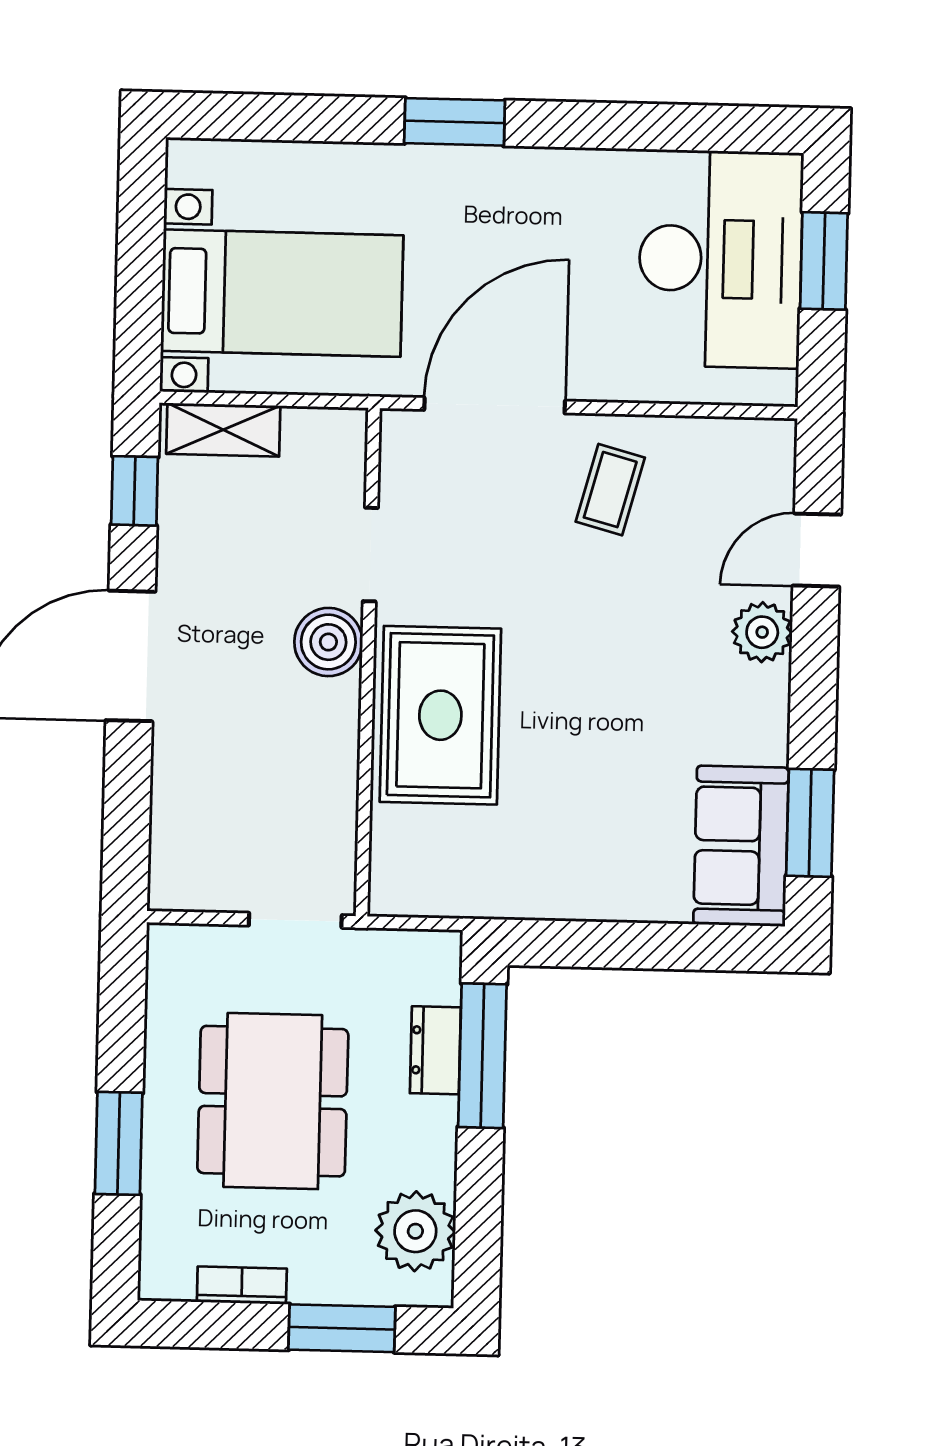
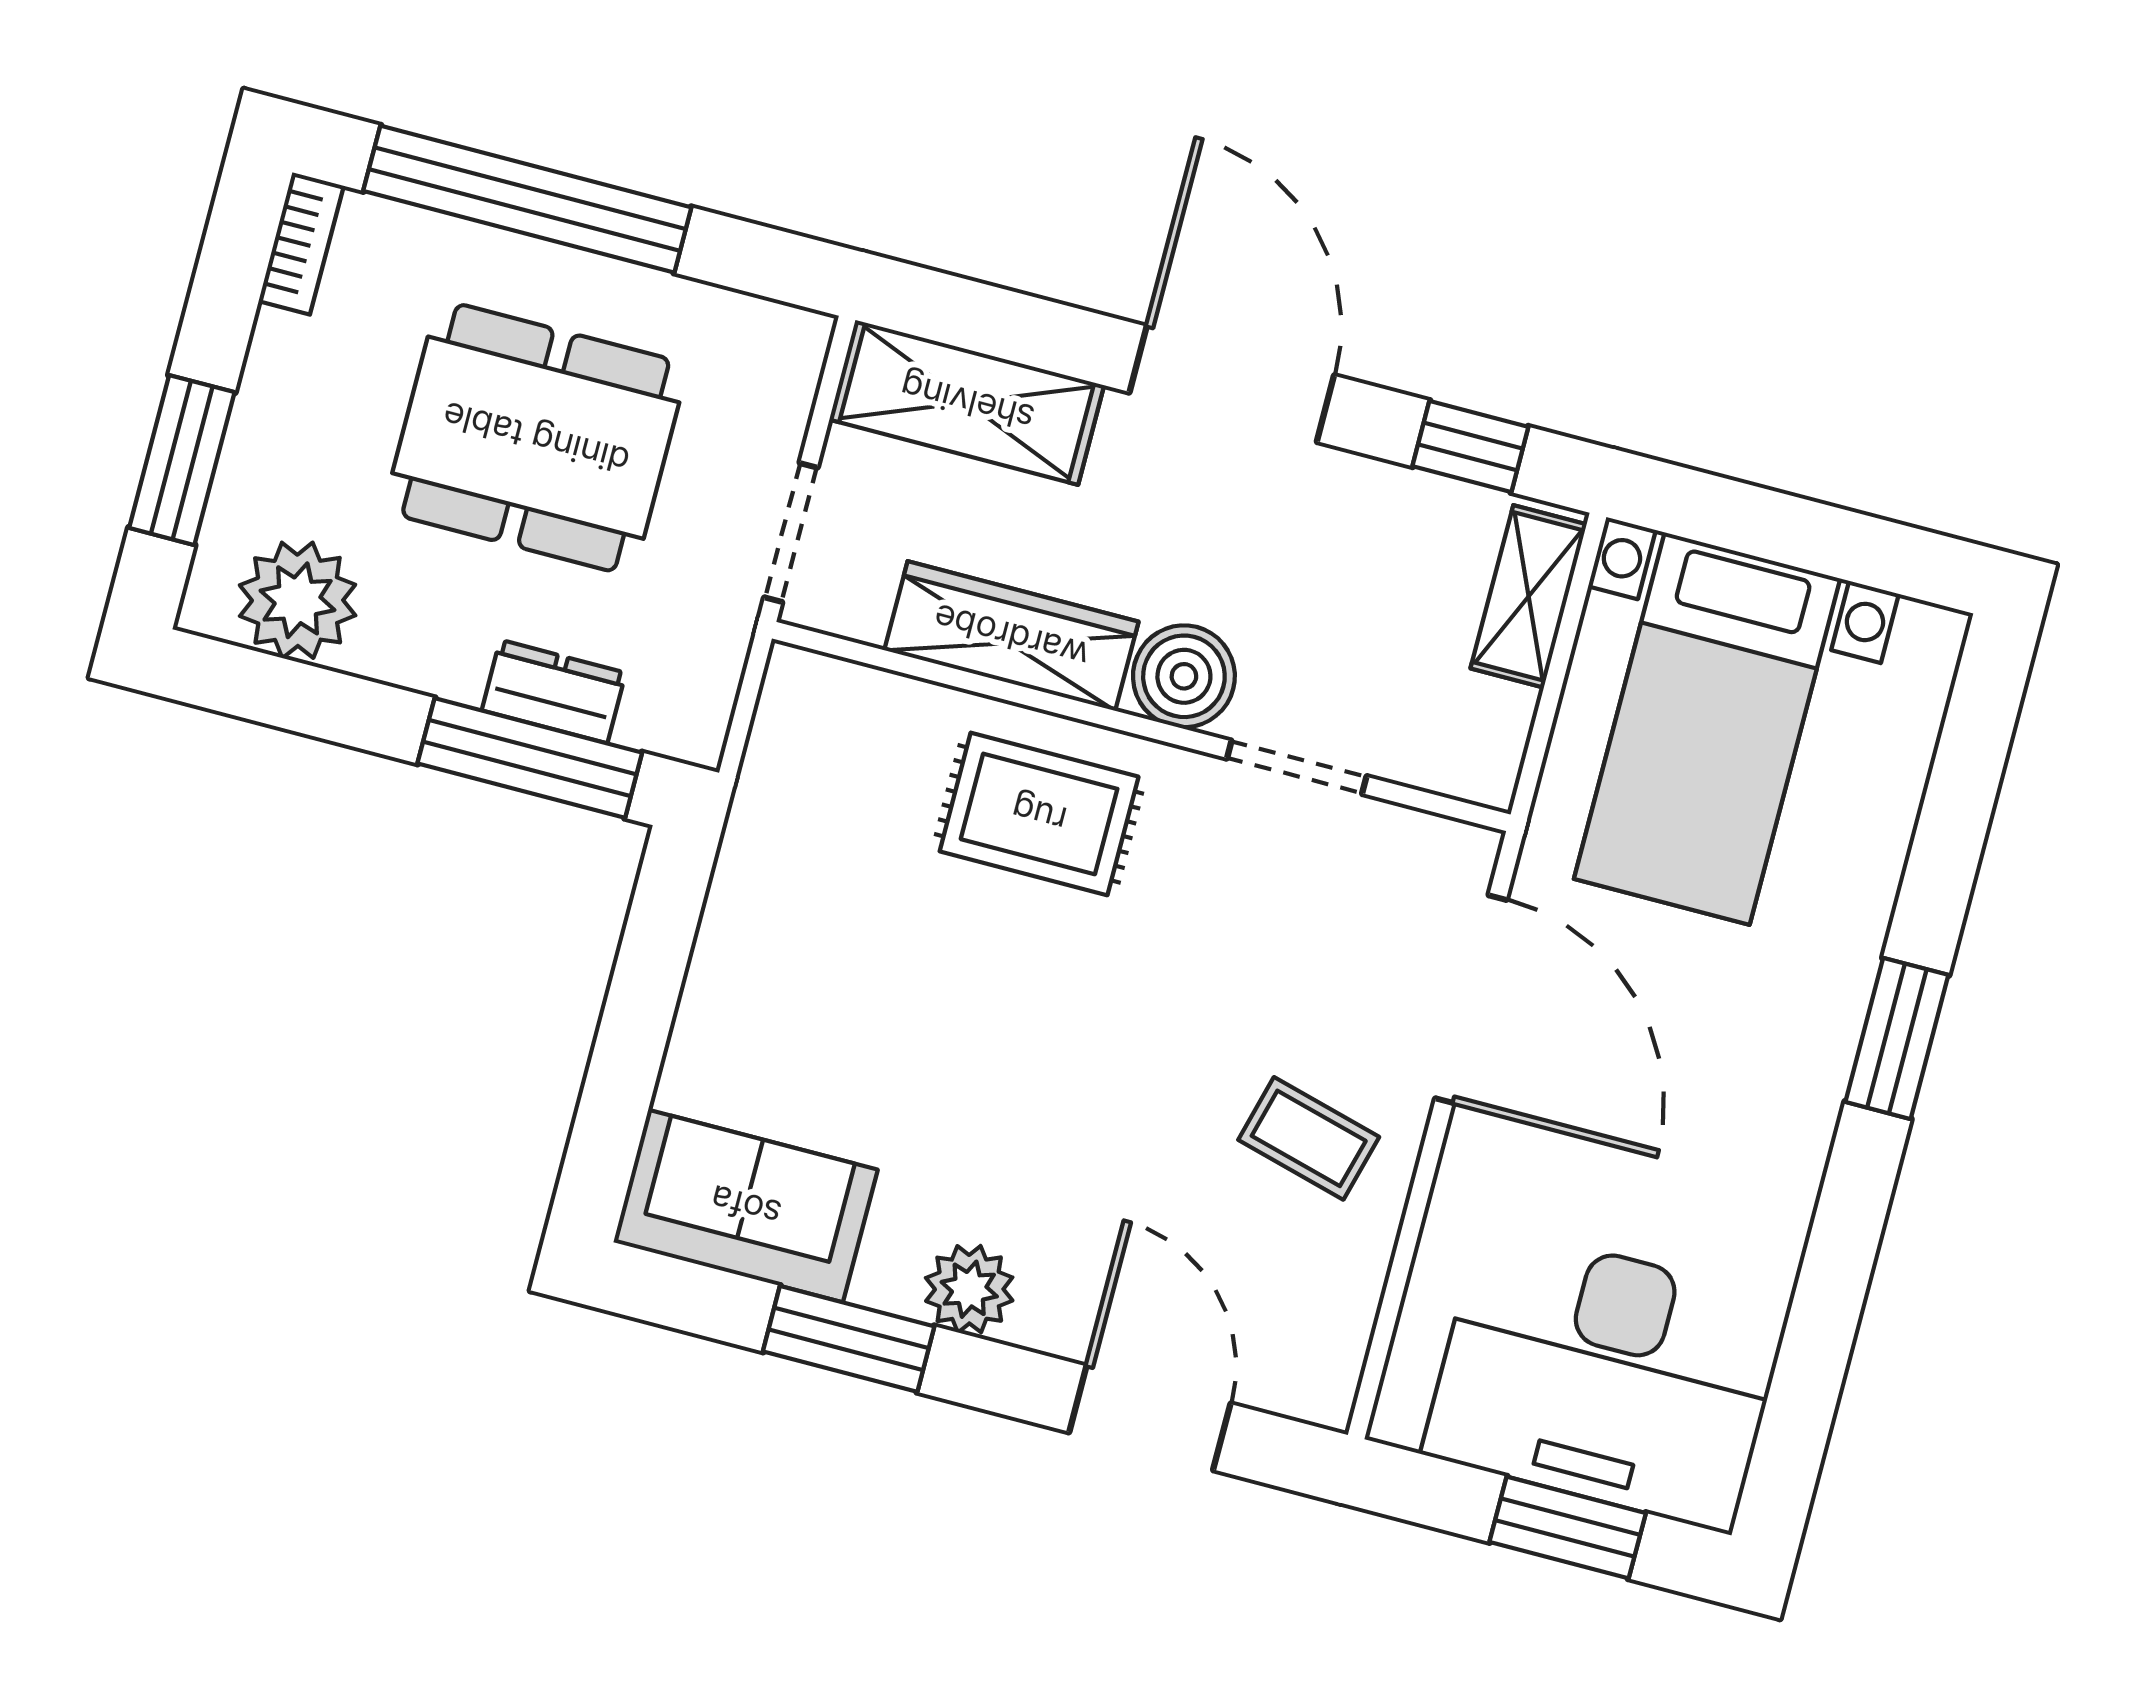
door: (817, 550) -> (1150, 1418), width x1.38
plant: (762, 632) -> (969, 1289), moved
rug: (440, 715) -> (1039, 814), width x0.73, depth x0.70
wardrobe: (329, 761) -> (1011, 636), added
window: (810, 823) -> (849, 1339), moved
shelving: (183, 826) -> (967, 402), added
window: (119, 1143) -> (527, 199), width x2.11
bookcase: (242, 1285) -> (301, 244), moved

